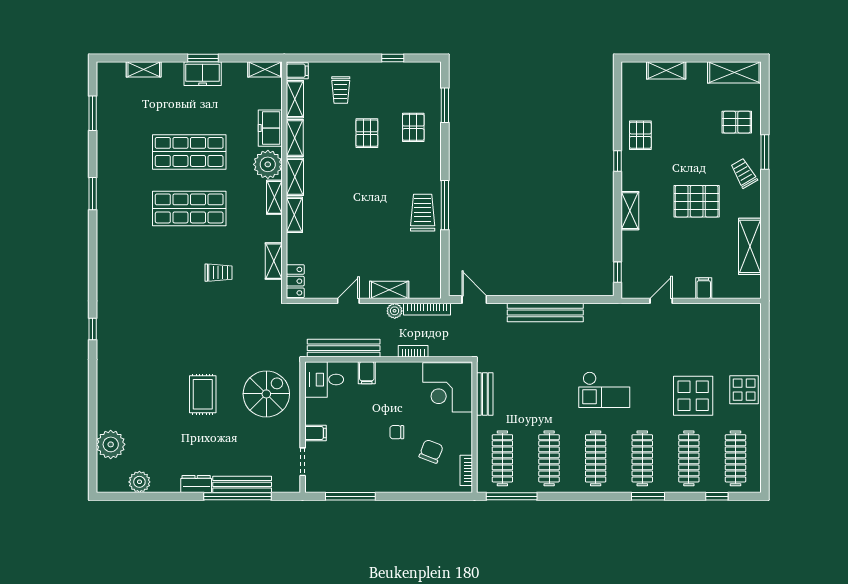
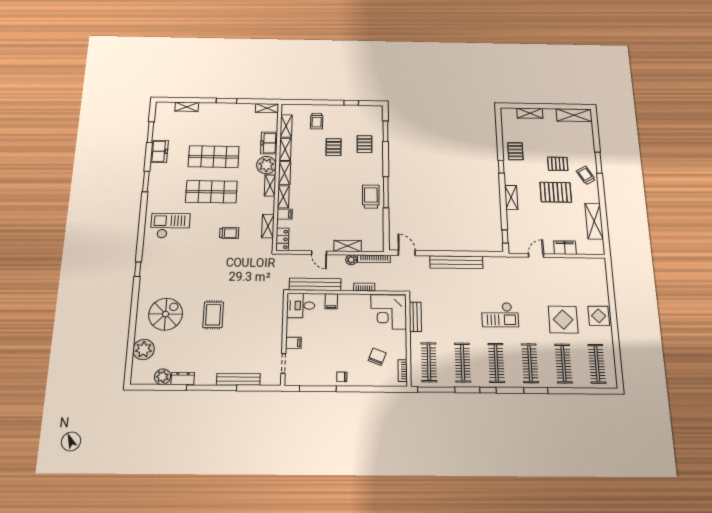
filing cabinet: (297, 71) -> (285, 214), moved
freezer: (203, 74) -> (159, 151), moved, turned -90
pallet: (737, 122) -> (558, 164), moved
checkout: (133, 263) -> (170, 226), added
filing cabinet: (704, 288) -> (565, 248), width x2.00
door: (348, 301) -> (319, 253), swing flipped
spiral stairs: (266, 394) -> (166, 314), moved
chair: (397, 432) -> (342, 377), moved
dresser: (196, 484) -> (183, 378), moved
window: (238, 496) -> (212, 388), moved
window: (717, 496) -> (488, 390), moved

